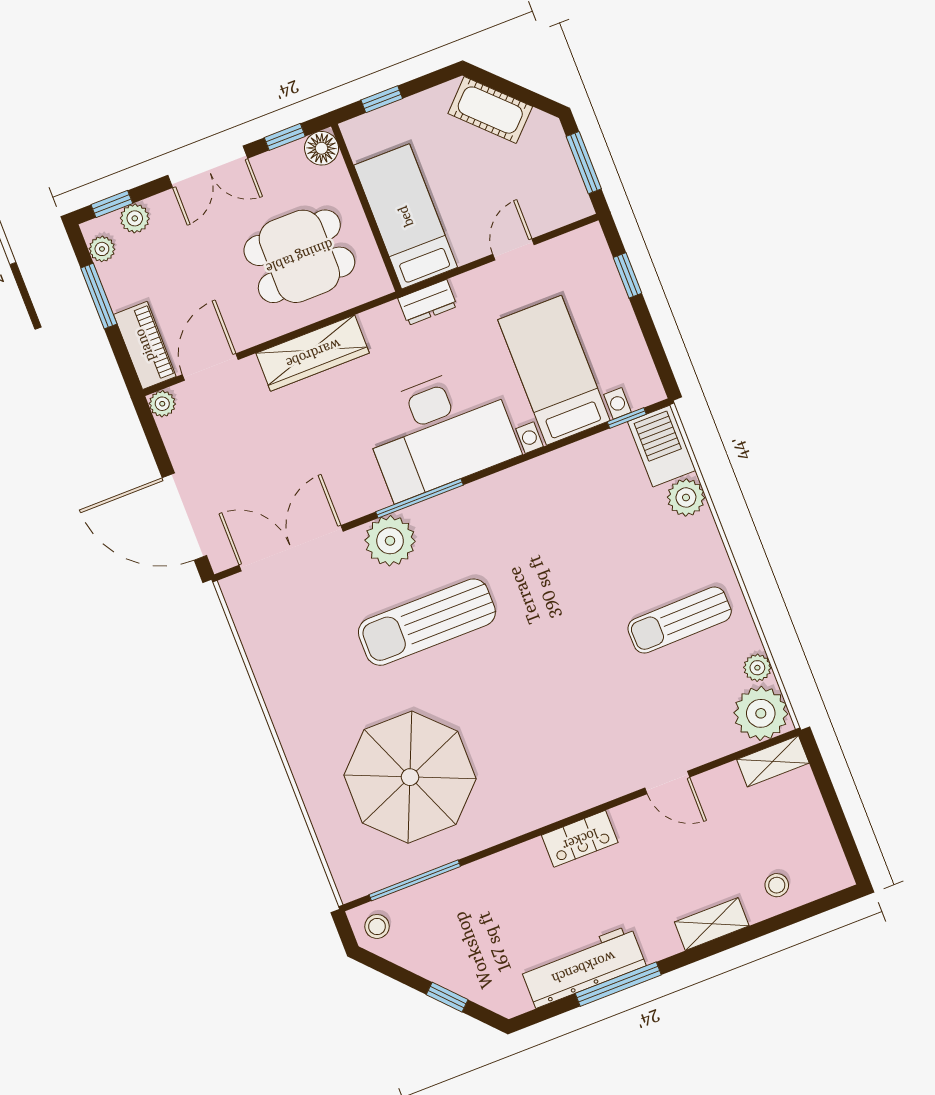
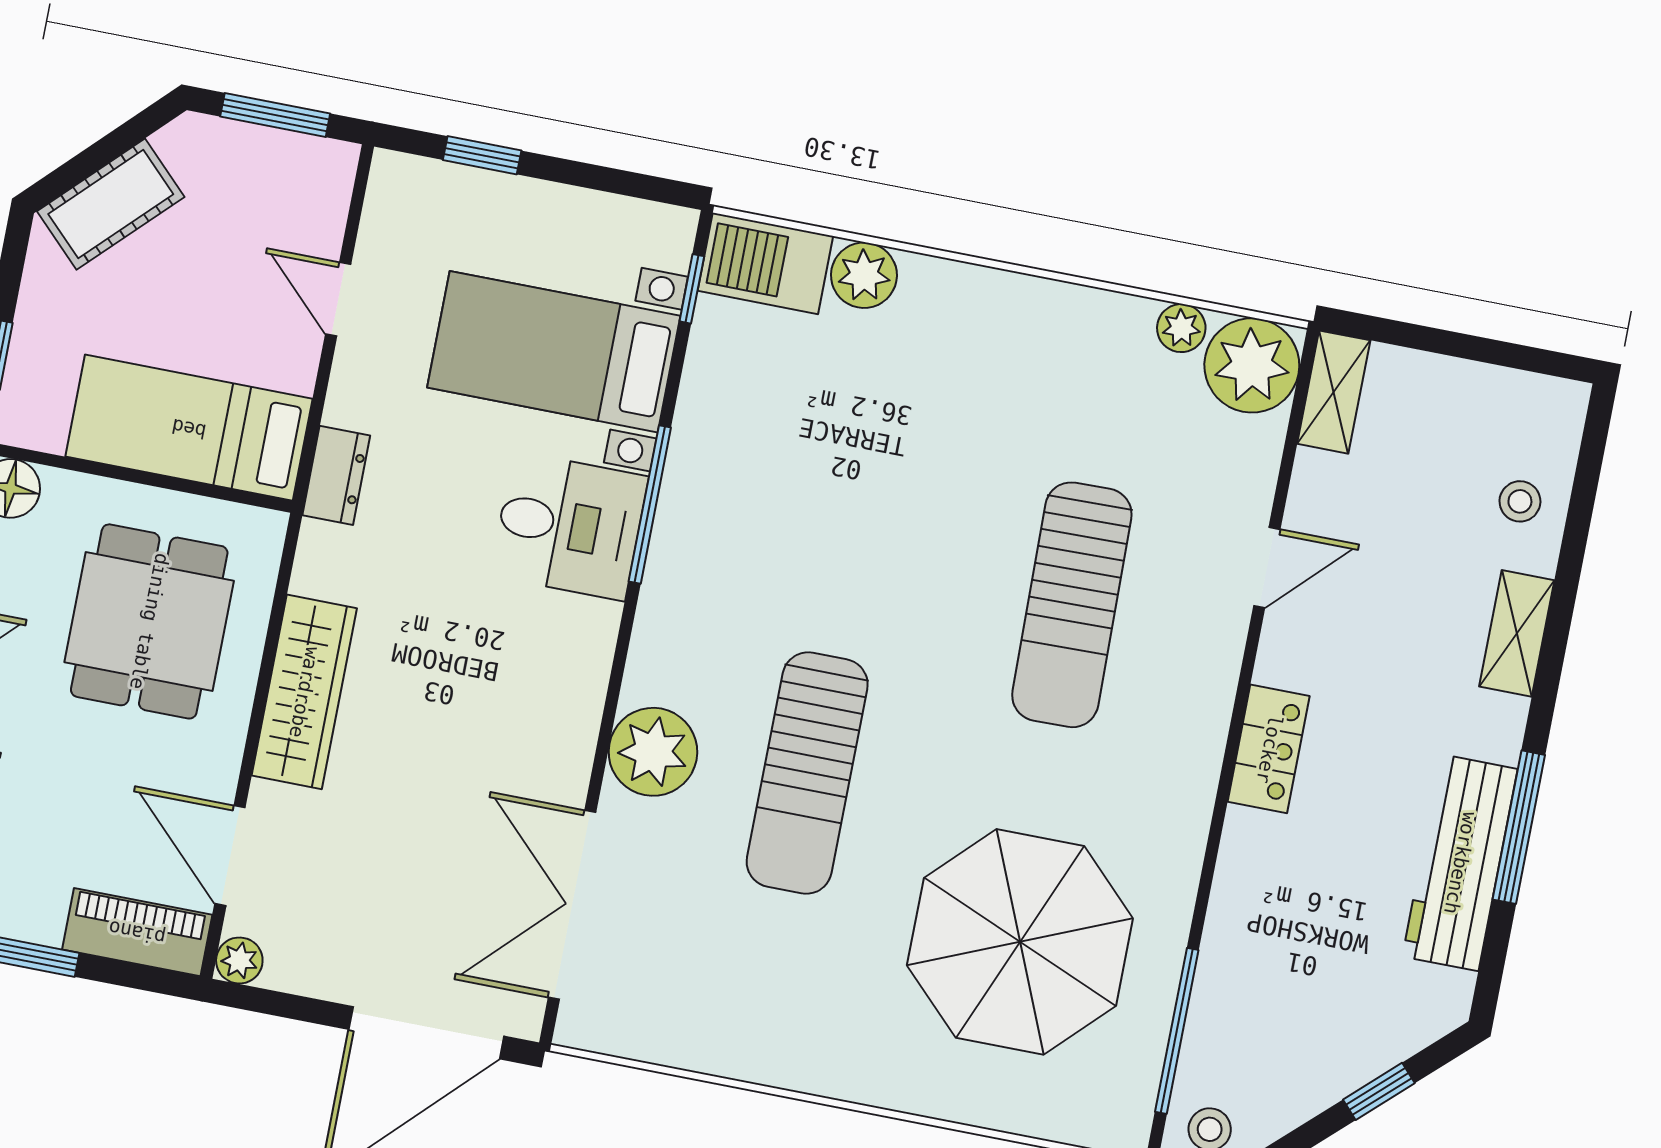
desk: (440, 432) -> (569, 526), width x0.53, depth x0.77
window: (420, 498) -> (650, 505), moved
sun lounger: (680, 620) -> (1072, 605), moved, width x1.36, depth x1.34

